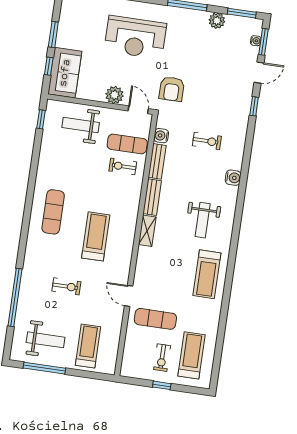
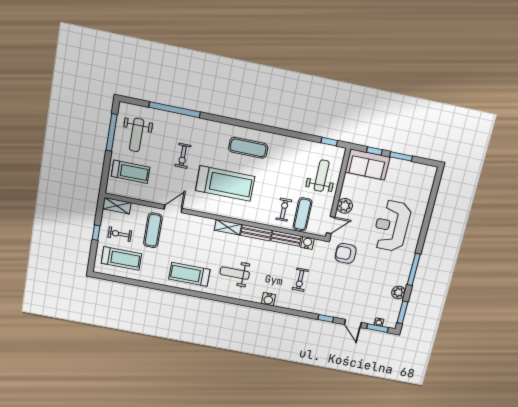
treadmill: (96, 236) -> (225, 184), width x1.37, depth x1.38
shelving: (128, 361) -> (117, 206), added

